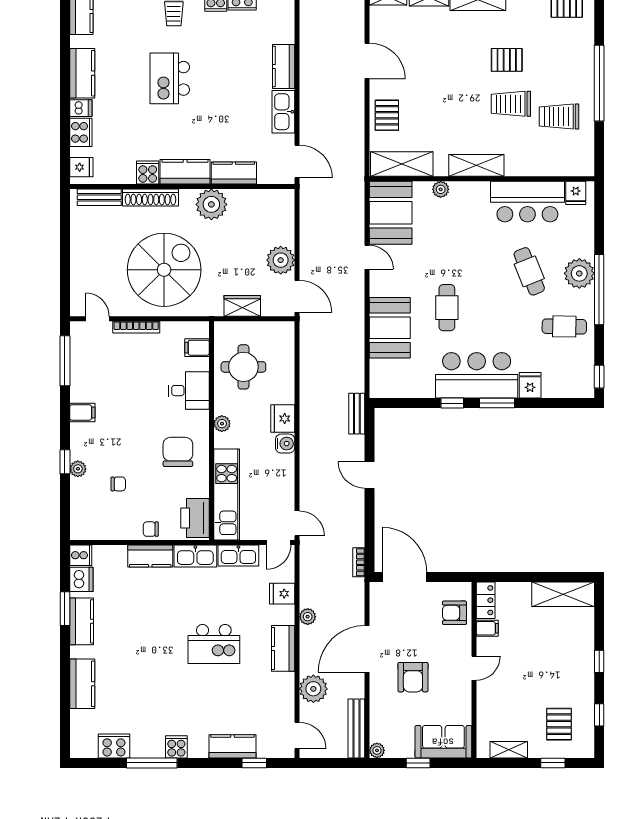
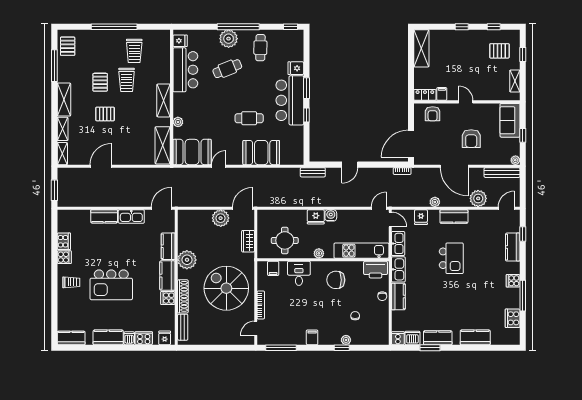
kitchen island: (170, 78) -> (111, 285), width x1.37, depth x1.28
pallet: (387, 115) -> (105, 114), moved
armchair: (413, 677) -> (471, 139), turned 90

